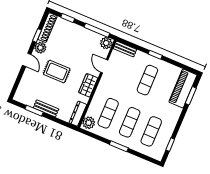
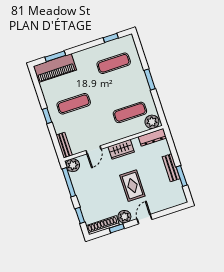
exercise mat: (130, 122) -> (122, 88), removed

